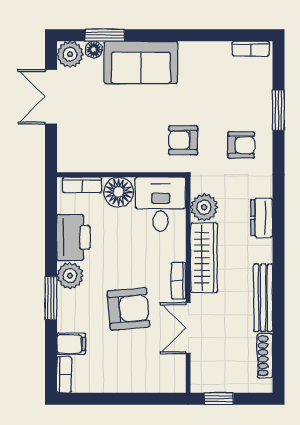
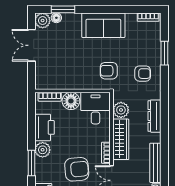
sofa: (141, 62) -> (103, 25), moved
dresser: (262, 218) -> (155, 116), width x1.44

